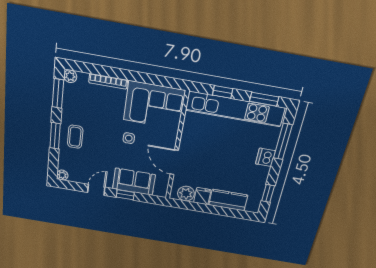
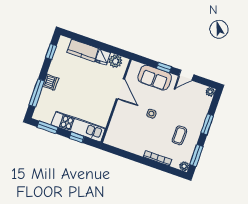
corner sofa: (154, 105) -> (128, 136), removed
kitchen unit: (235, 109) -> (78, 127), width x0.73
coffee table: (75, 137) -> (179, 135), moved

